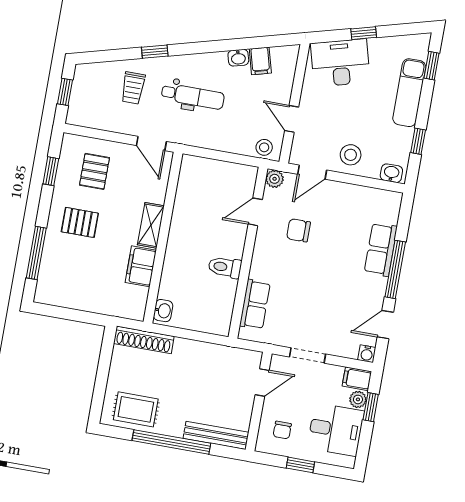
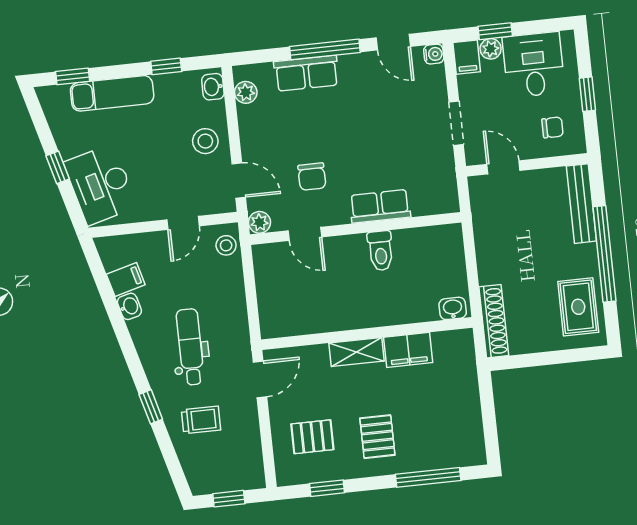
plant: (380, 198) -> (246, 92), added
row of seats: (255, 304) -> (380, 206), moved

